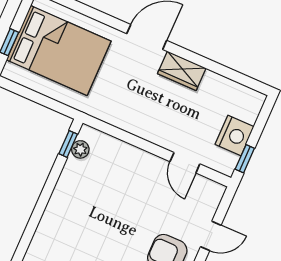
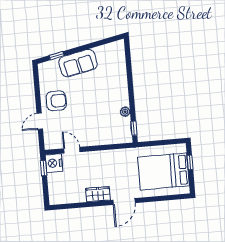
nightstand: (234, 135) -> (54, 163), moved
plant: (80, 149) -> (125, 112), moved

